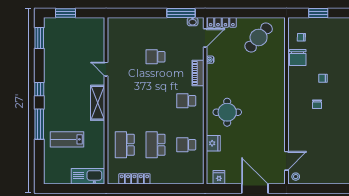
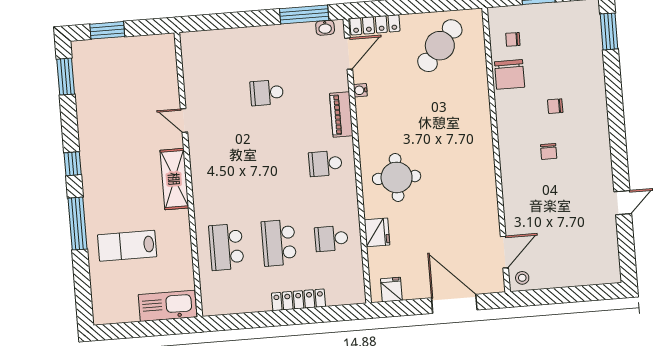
locker: (134, 179) -> (298, 300), moved

